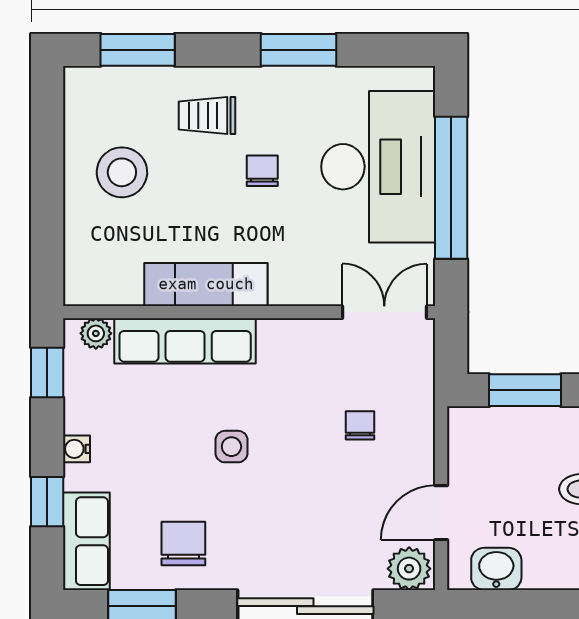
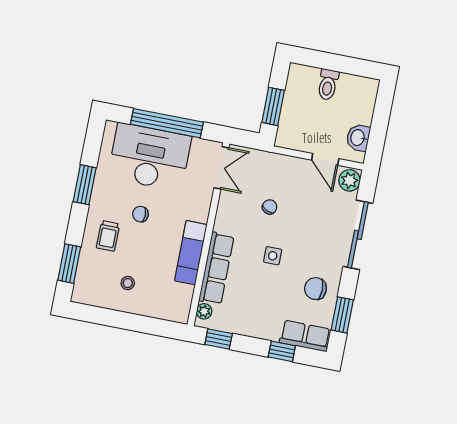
stool: (122, 172) -> (128, 283), width x0.53, depth x0.53
double door: (384, 312) -> (221, 168), swing flipped
chair: (360, 425) -> (270, 207), moved, turned 116
water cooler: (76, 449) -> (259, 332), removed

